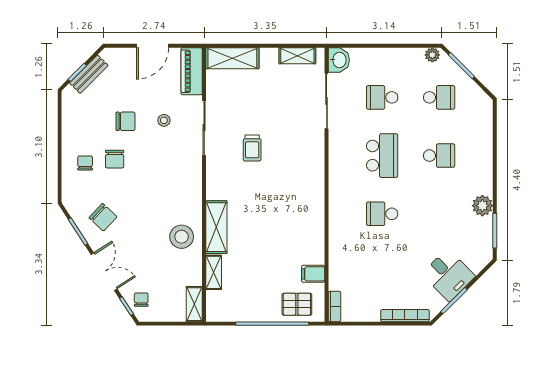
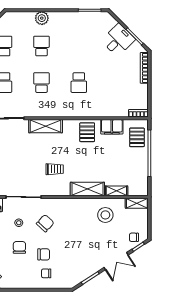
trolley: (252, 148) -> (55, 169), moved
school desk: (382, 156) -> (41, 83), width x0.54
shelving: (314, 162) -> (46, 126), added
plant: (482, 206) -> (42, 18), moved
chair: (103, 217) -> (45, 223), moved
pallet: (305, 227) -> (87, 132), added
stool: (182, 237) -> (105, 215), moved
double door: (104, 272) -> (116, 261), swing flipped
filing cabinet: (313, 274) -> (112, 127), width x2.00

